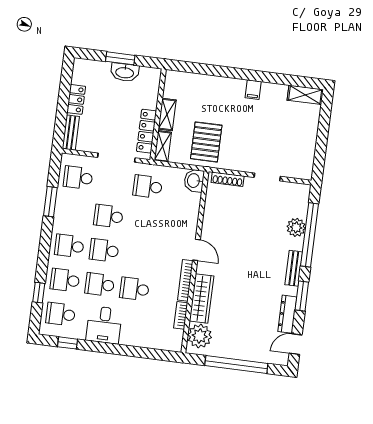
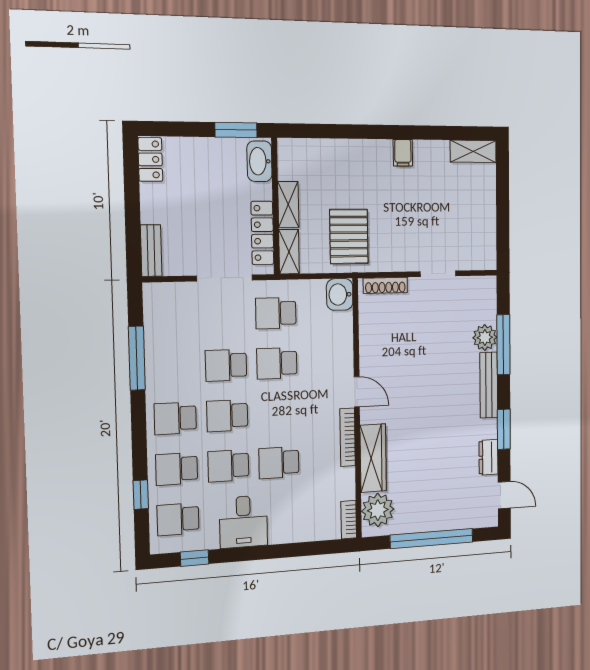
window: (120, 58) -> (236, 130), moved
washbasin: (125, 72) -> (259, 161), moved, turned 90
locker: (76, 99) -> (150, 159), moved
school desk: (78, 178) -> (277, 363), moved
window: (50, 202) -> (137, 358), width x1.44
window: (310, 235) -> (503, 345), width x0.68
bench: (294, 268) -> (489, 385), width x1.36
dresser: (287, 314) -> (488, 457), width x0.70
bookcase: (181, 315) -> (349, 520), moved
door: (296, 344) -> (504, 495), swing flipped

